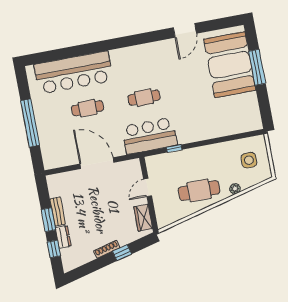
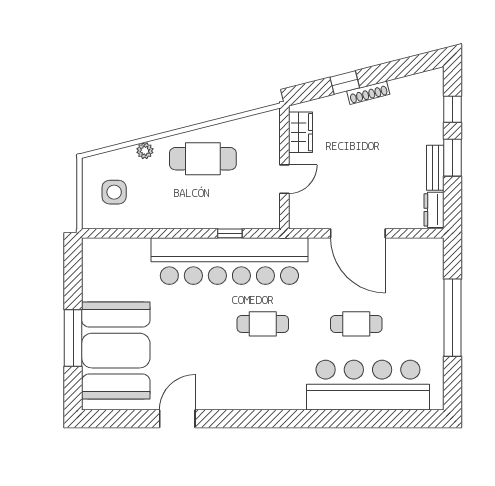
bar counter: (150, 136) -> (229, 261), width x1.86
dresser: (63, 237) -> (434, 210), moved

